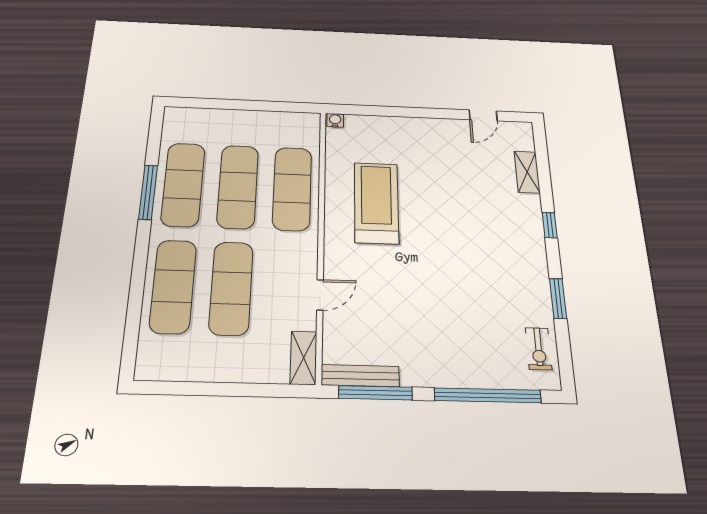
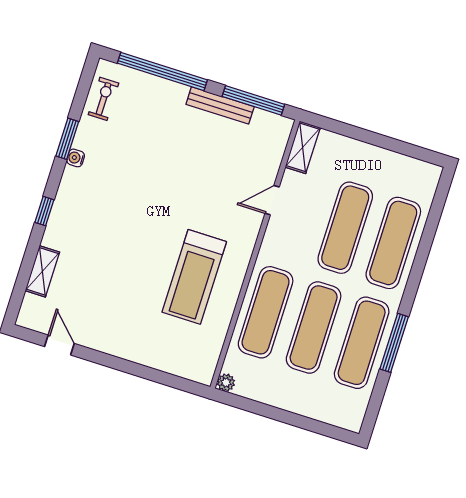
door: (483, 115) -> (59, 345), hinge flipped
plant: (311, 120) -> (226, 383), added
water cooler: (335, 120) -> (76, 158), moved, turned 90
bench: (360, 376) -> (220, 105), moved

